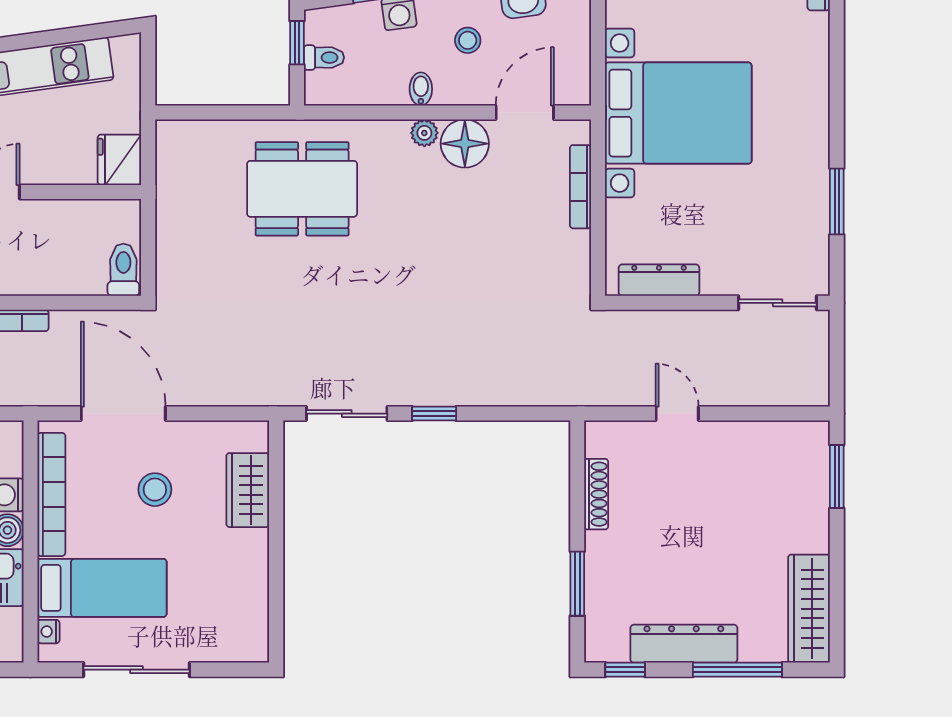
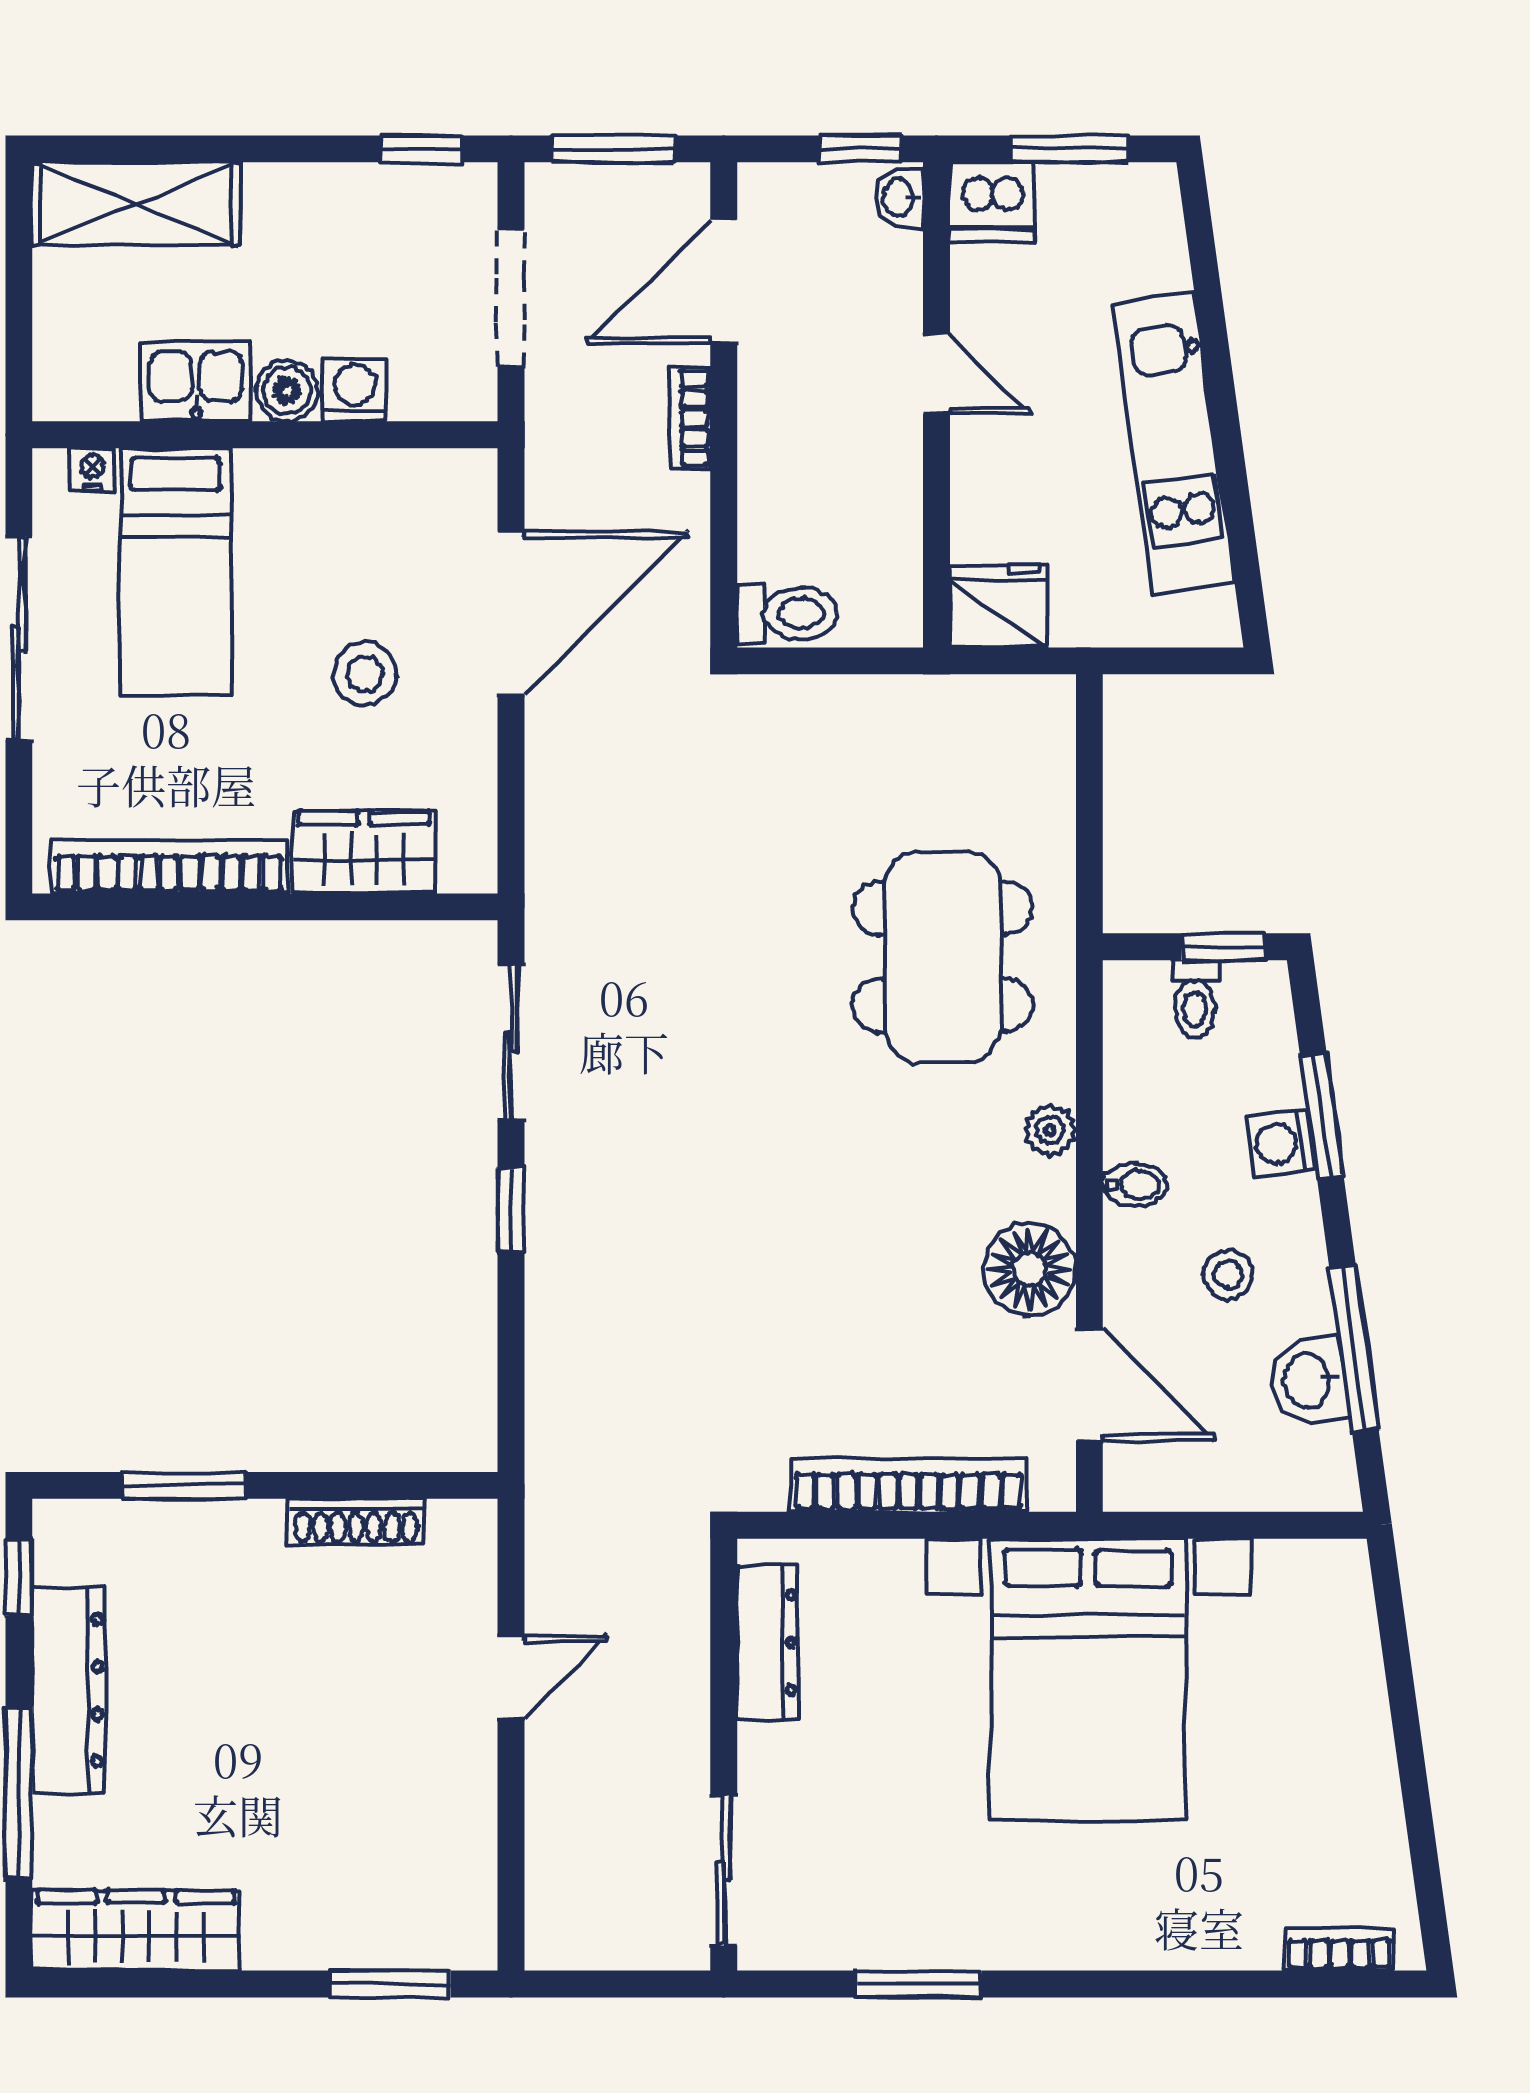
plant: (424, 133) -> (1050, 1130), moved
bookcase: (580, 187) -> (908, 1485), width x1.48, depth x1.31
bookcase: (51, 494) -> (169, 867), moved, turned 180

